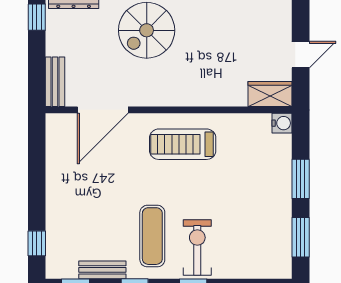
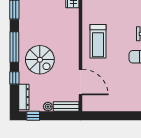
plant: (55, 46) -> (48, 107), added

